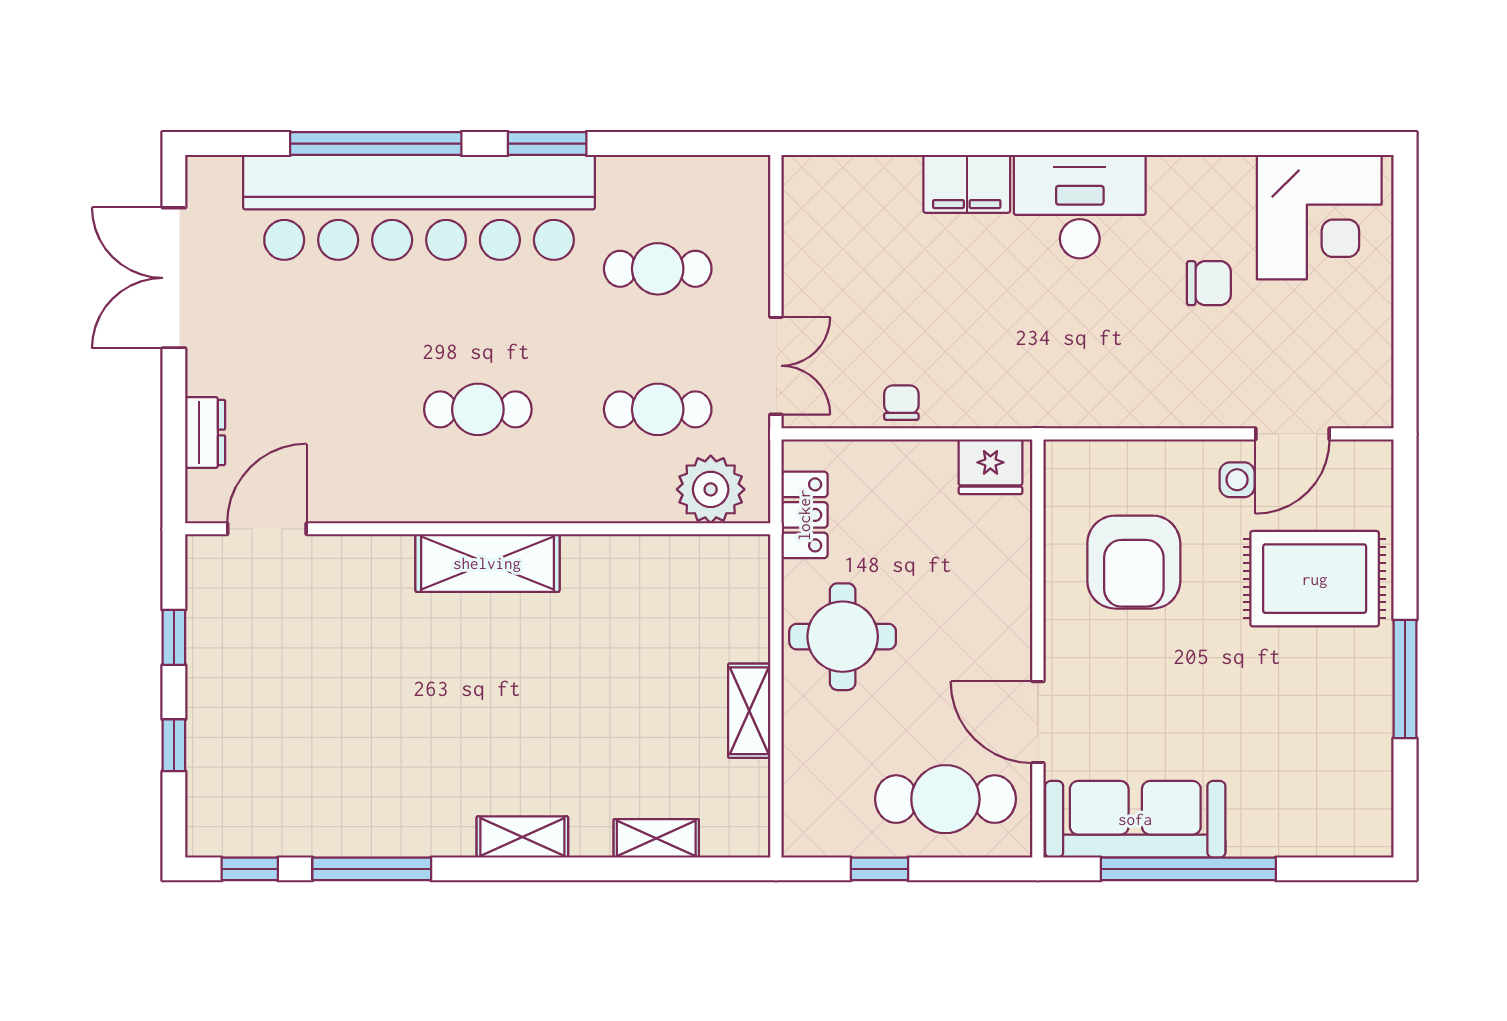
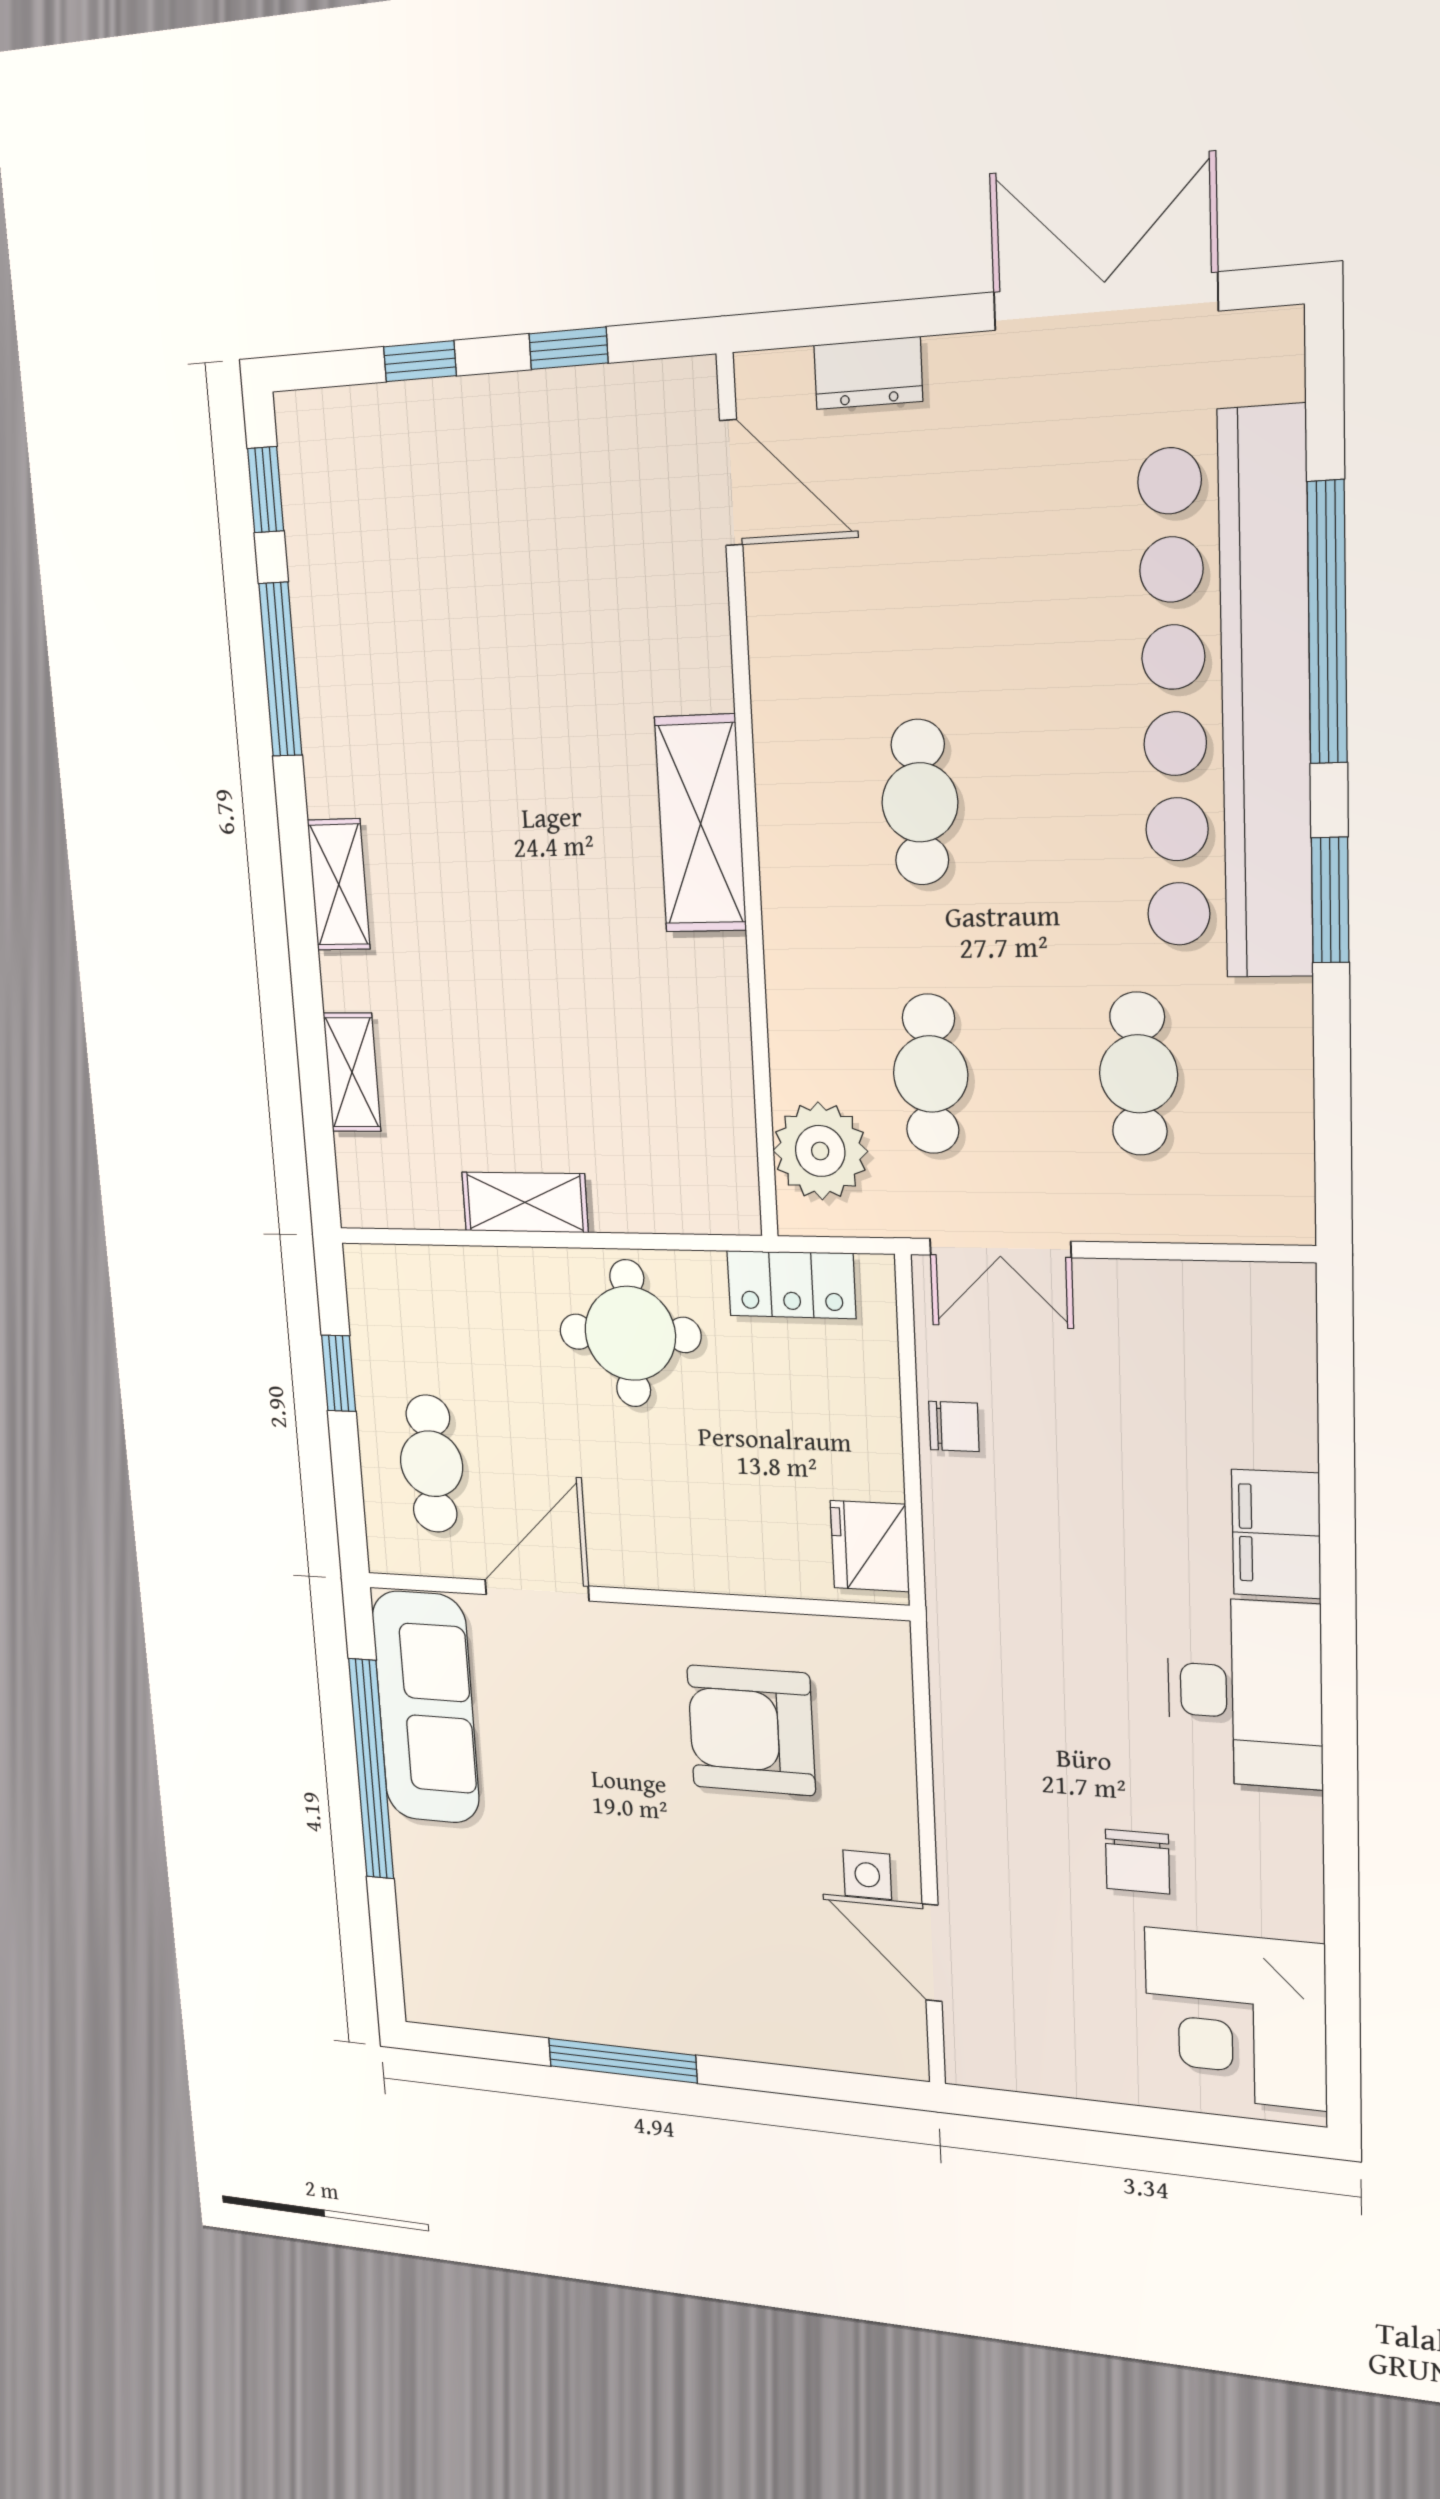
rug: (1315, 579) -> (742, 1962), removed
cafe table: (945, 799) -> (432, 1464), width x0.73, depth x0.74

